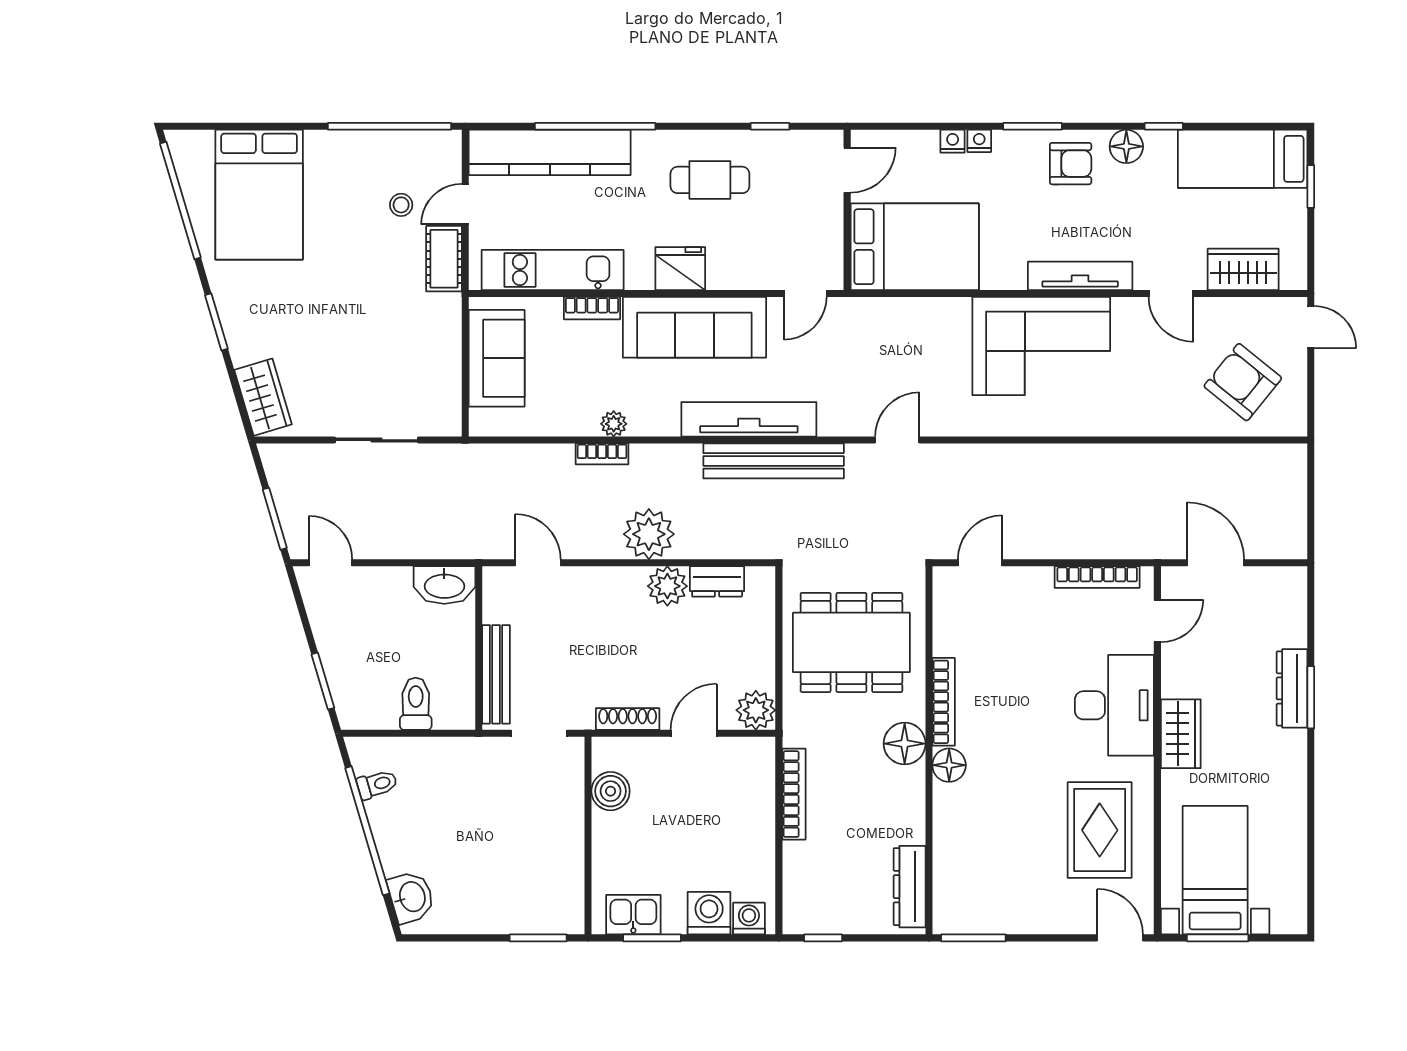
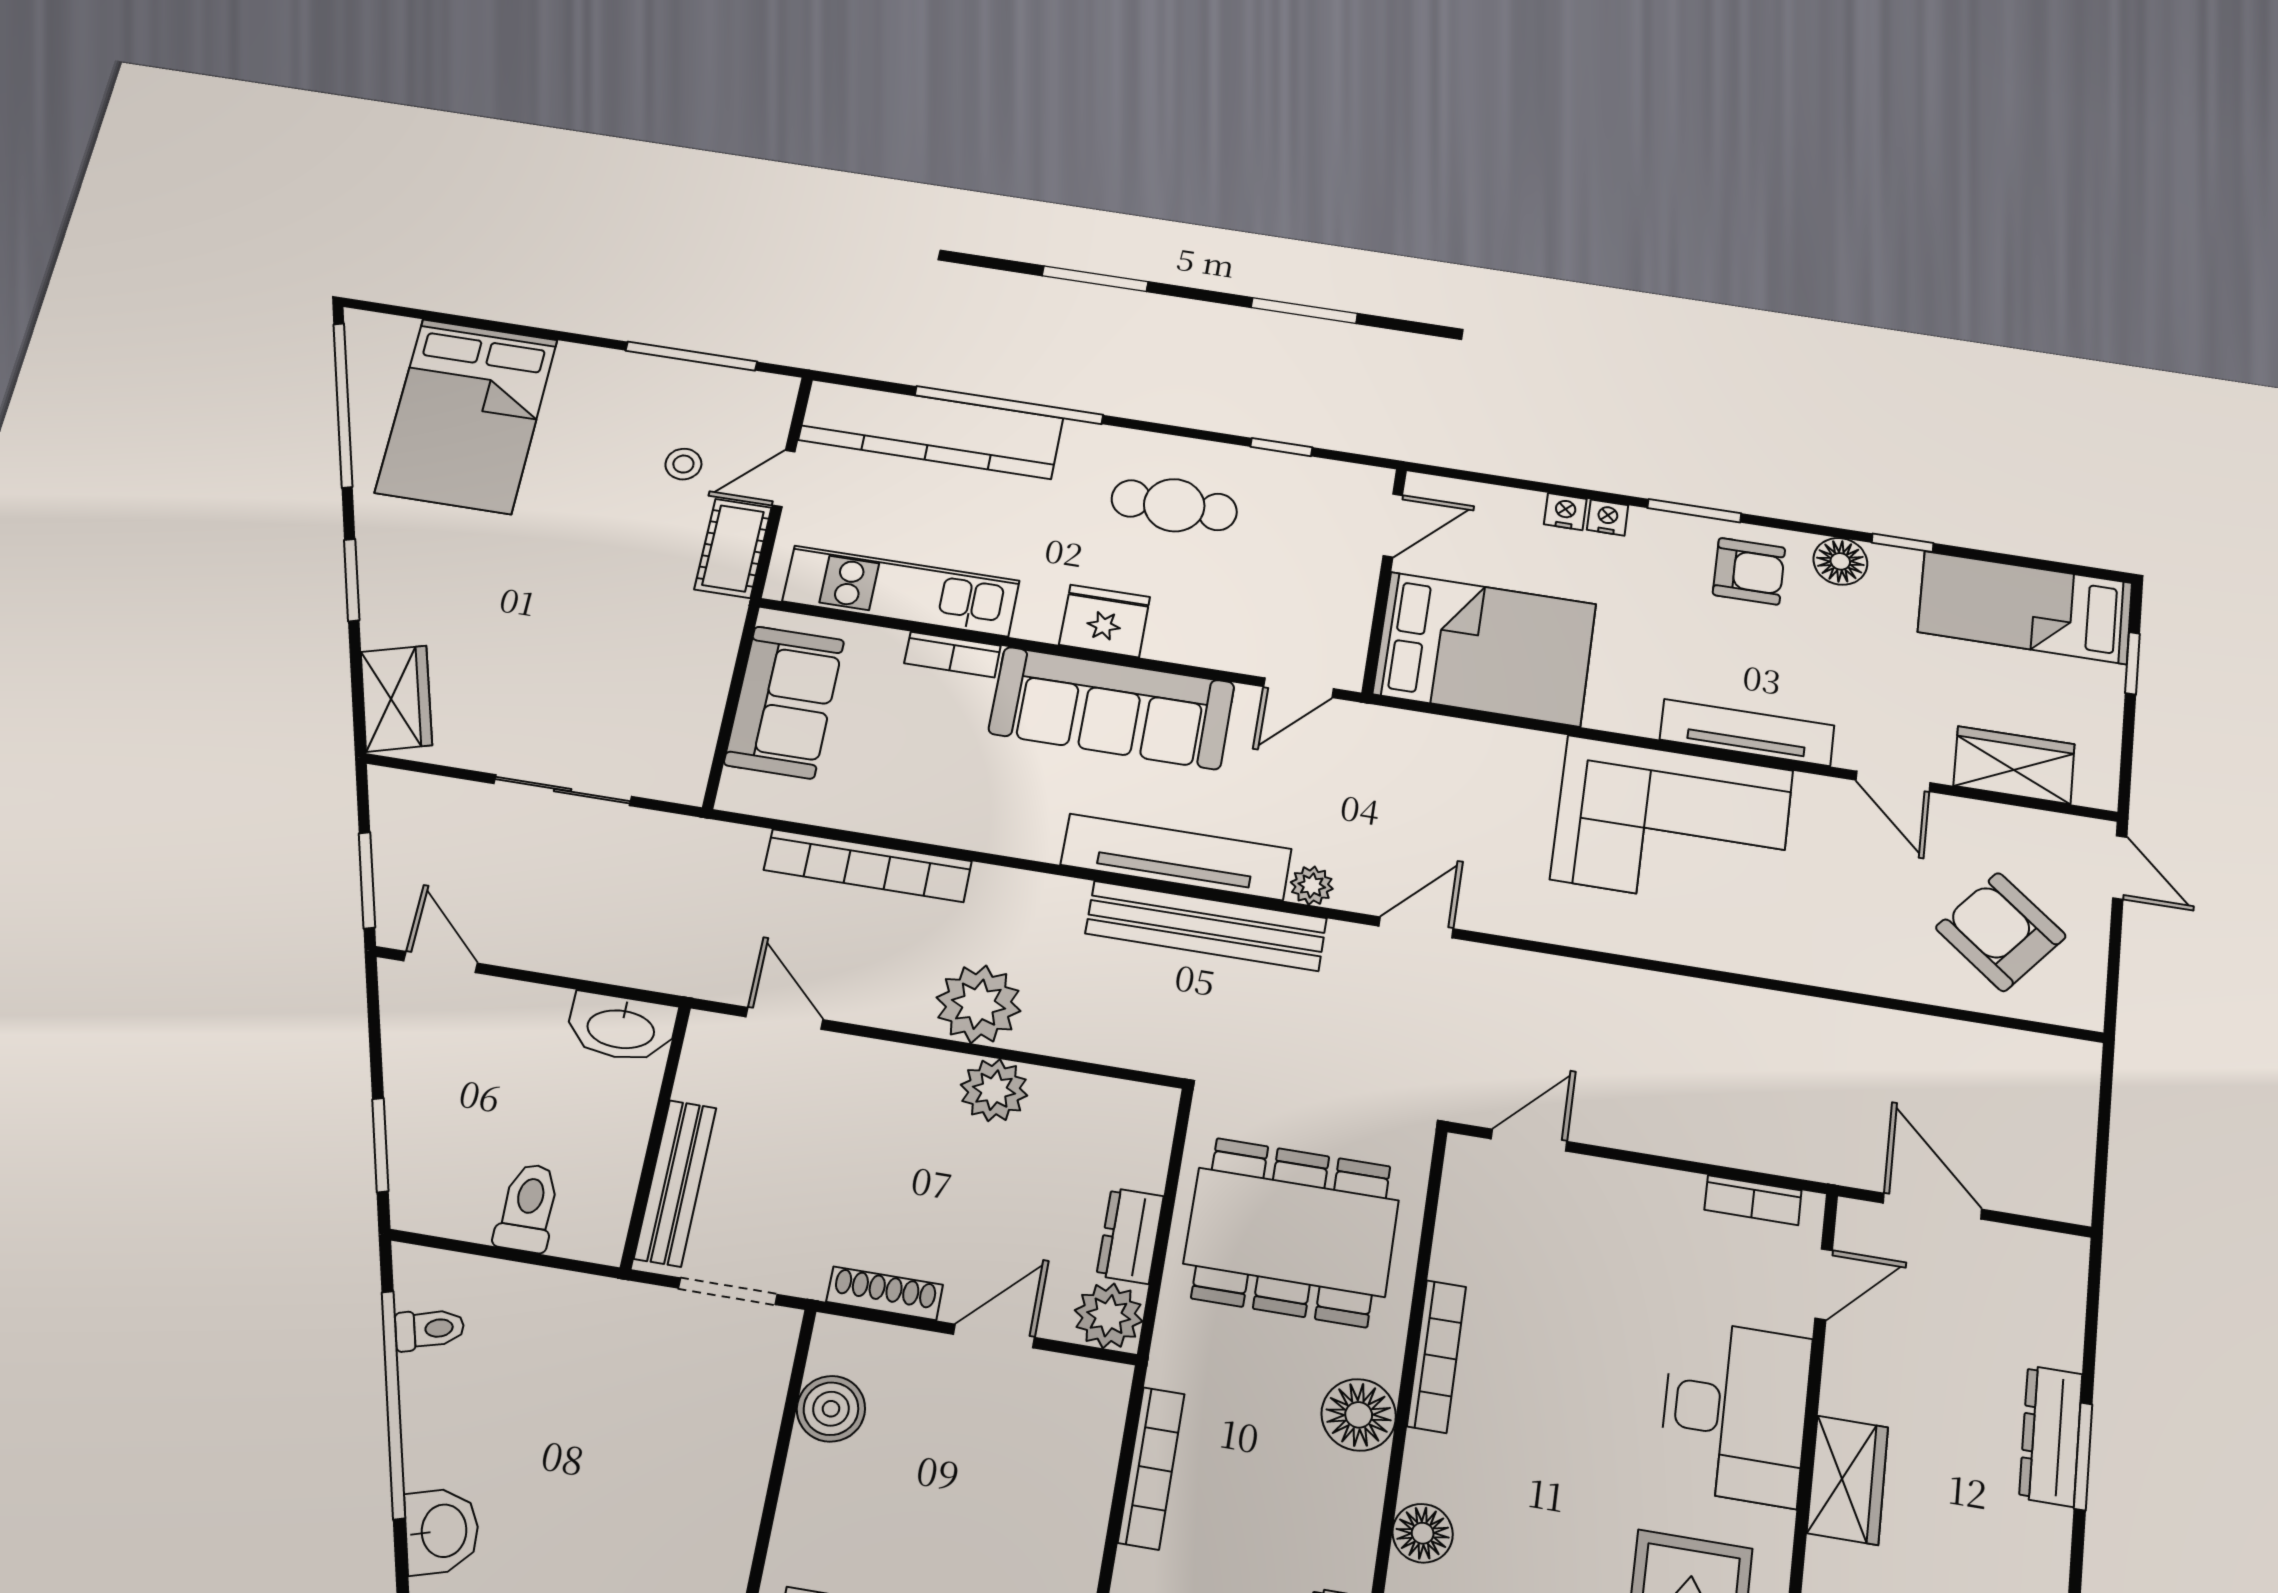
window: (390, 126) -> (691, 356), width x0.68
plant: (614, 424) -> (1312, 886), moved
bookcase: (602, 454) -> (868, 866), width x2.31, depth x1.31
bookcase: (1097, 577) -> (1753, 1200), width x0.64
dresser: (717, 581) -> (1130, 1236), moved, turned 90
floor lamp: (949, 765) -> (1423, 1533), moved

